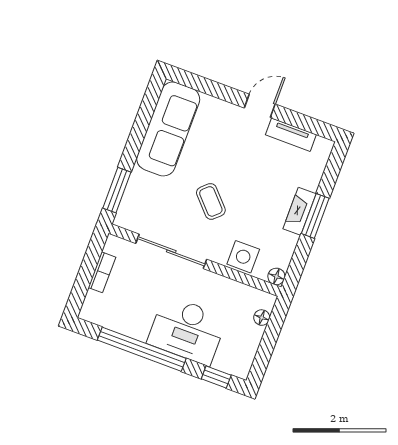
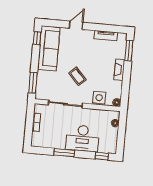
window: (150, 102) -> (37, 38), added
door: (260, 106) -> (76, 25), moved
window: (315, 216) -> (129, 51), moved
window: (142, 349) -> (64, 153), width x0.47

